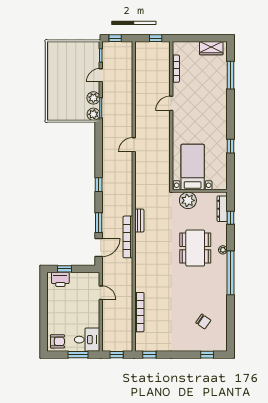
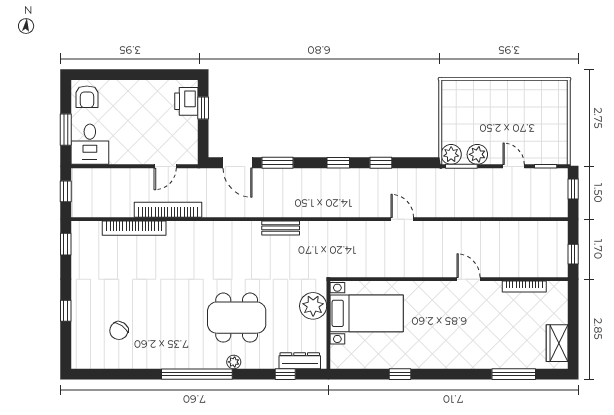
window: (99, 158) -> (381, 163), added
bookcase: (128, 237) -> (168, 210), moved
window: (207, 355) -> (66, 311), moved

